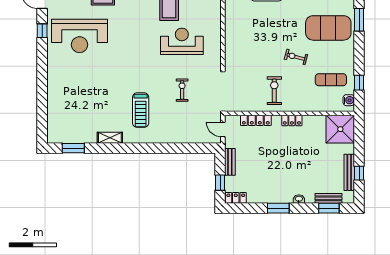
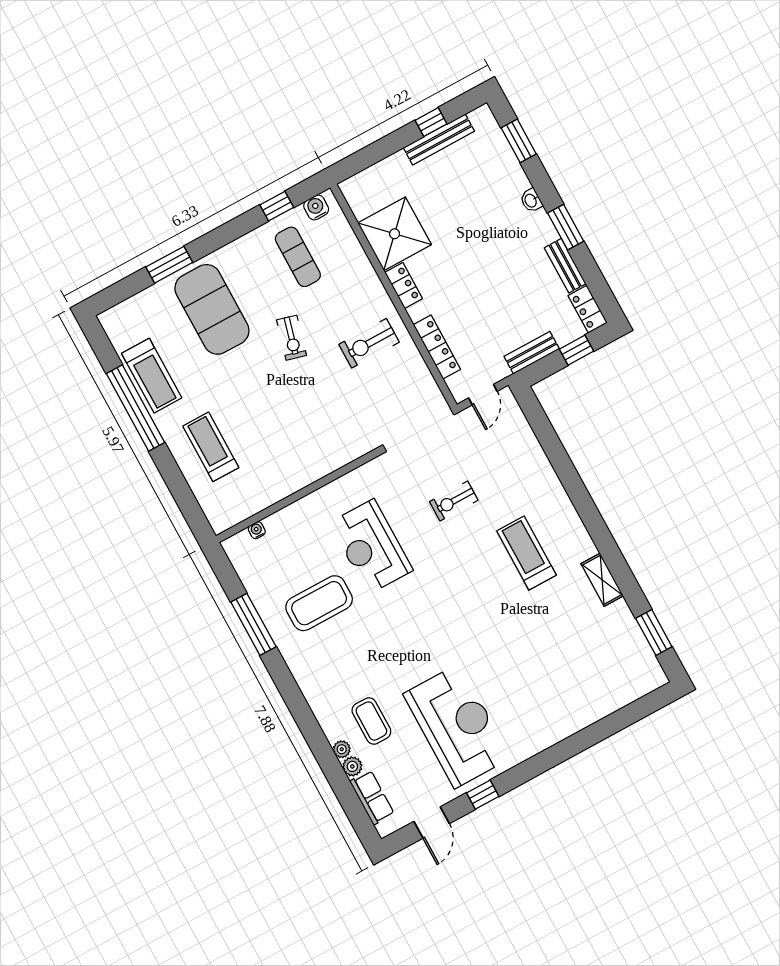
treadmill: (141, 110) -> (526, 553), turned -90
shower: (340, 129) -> (395, 234), moved
bench: (329, 198) -> (565, 266), moved

